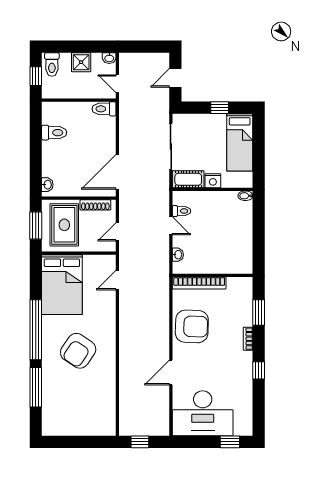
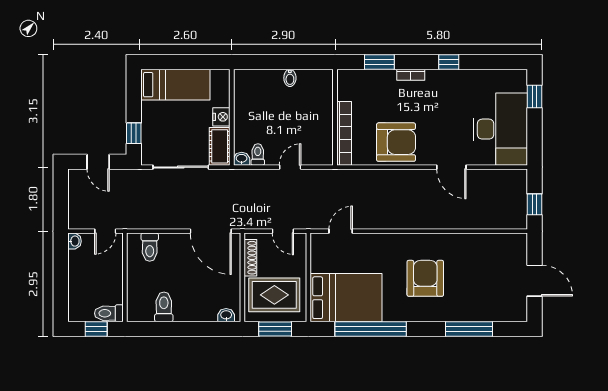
shower: (81, 62) -> (79, 275), removed
toilet: (52, 65) -> (109, 313), moved, turned 180
window: (220, 108) -> (134, 133), moved
toilet: (104, 109) -> (150, 247), moved
bidet: (245, 196) -> (290, 78), moved
door: (171, 226) -> (290, 167), moved
washbasin: (178, 255) -> (242, 159), moved
door: (117, 280) -> (341, 231), swing flipped
armchair: (192, 326) -> (396, 142), turned 88
window: (36, 330) -> (371, 329), moved
armchair: (78, 351) -> (425, 278), turned -124
door: (76, 442) -> (534, 281), added

